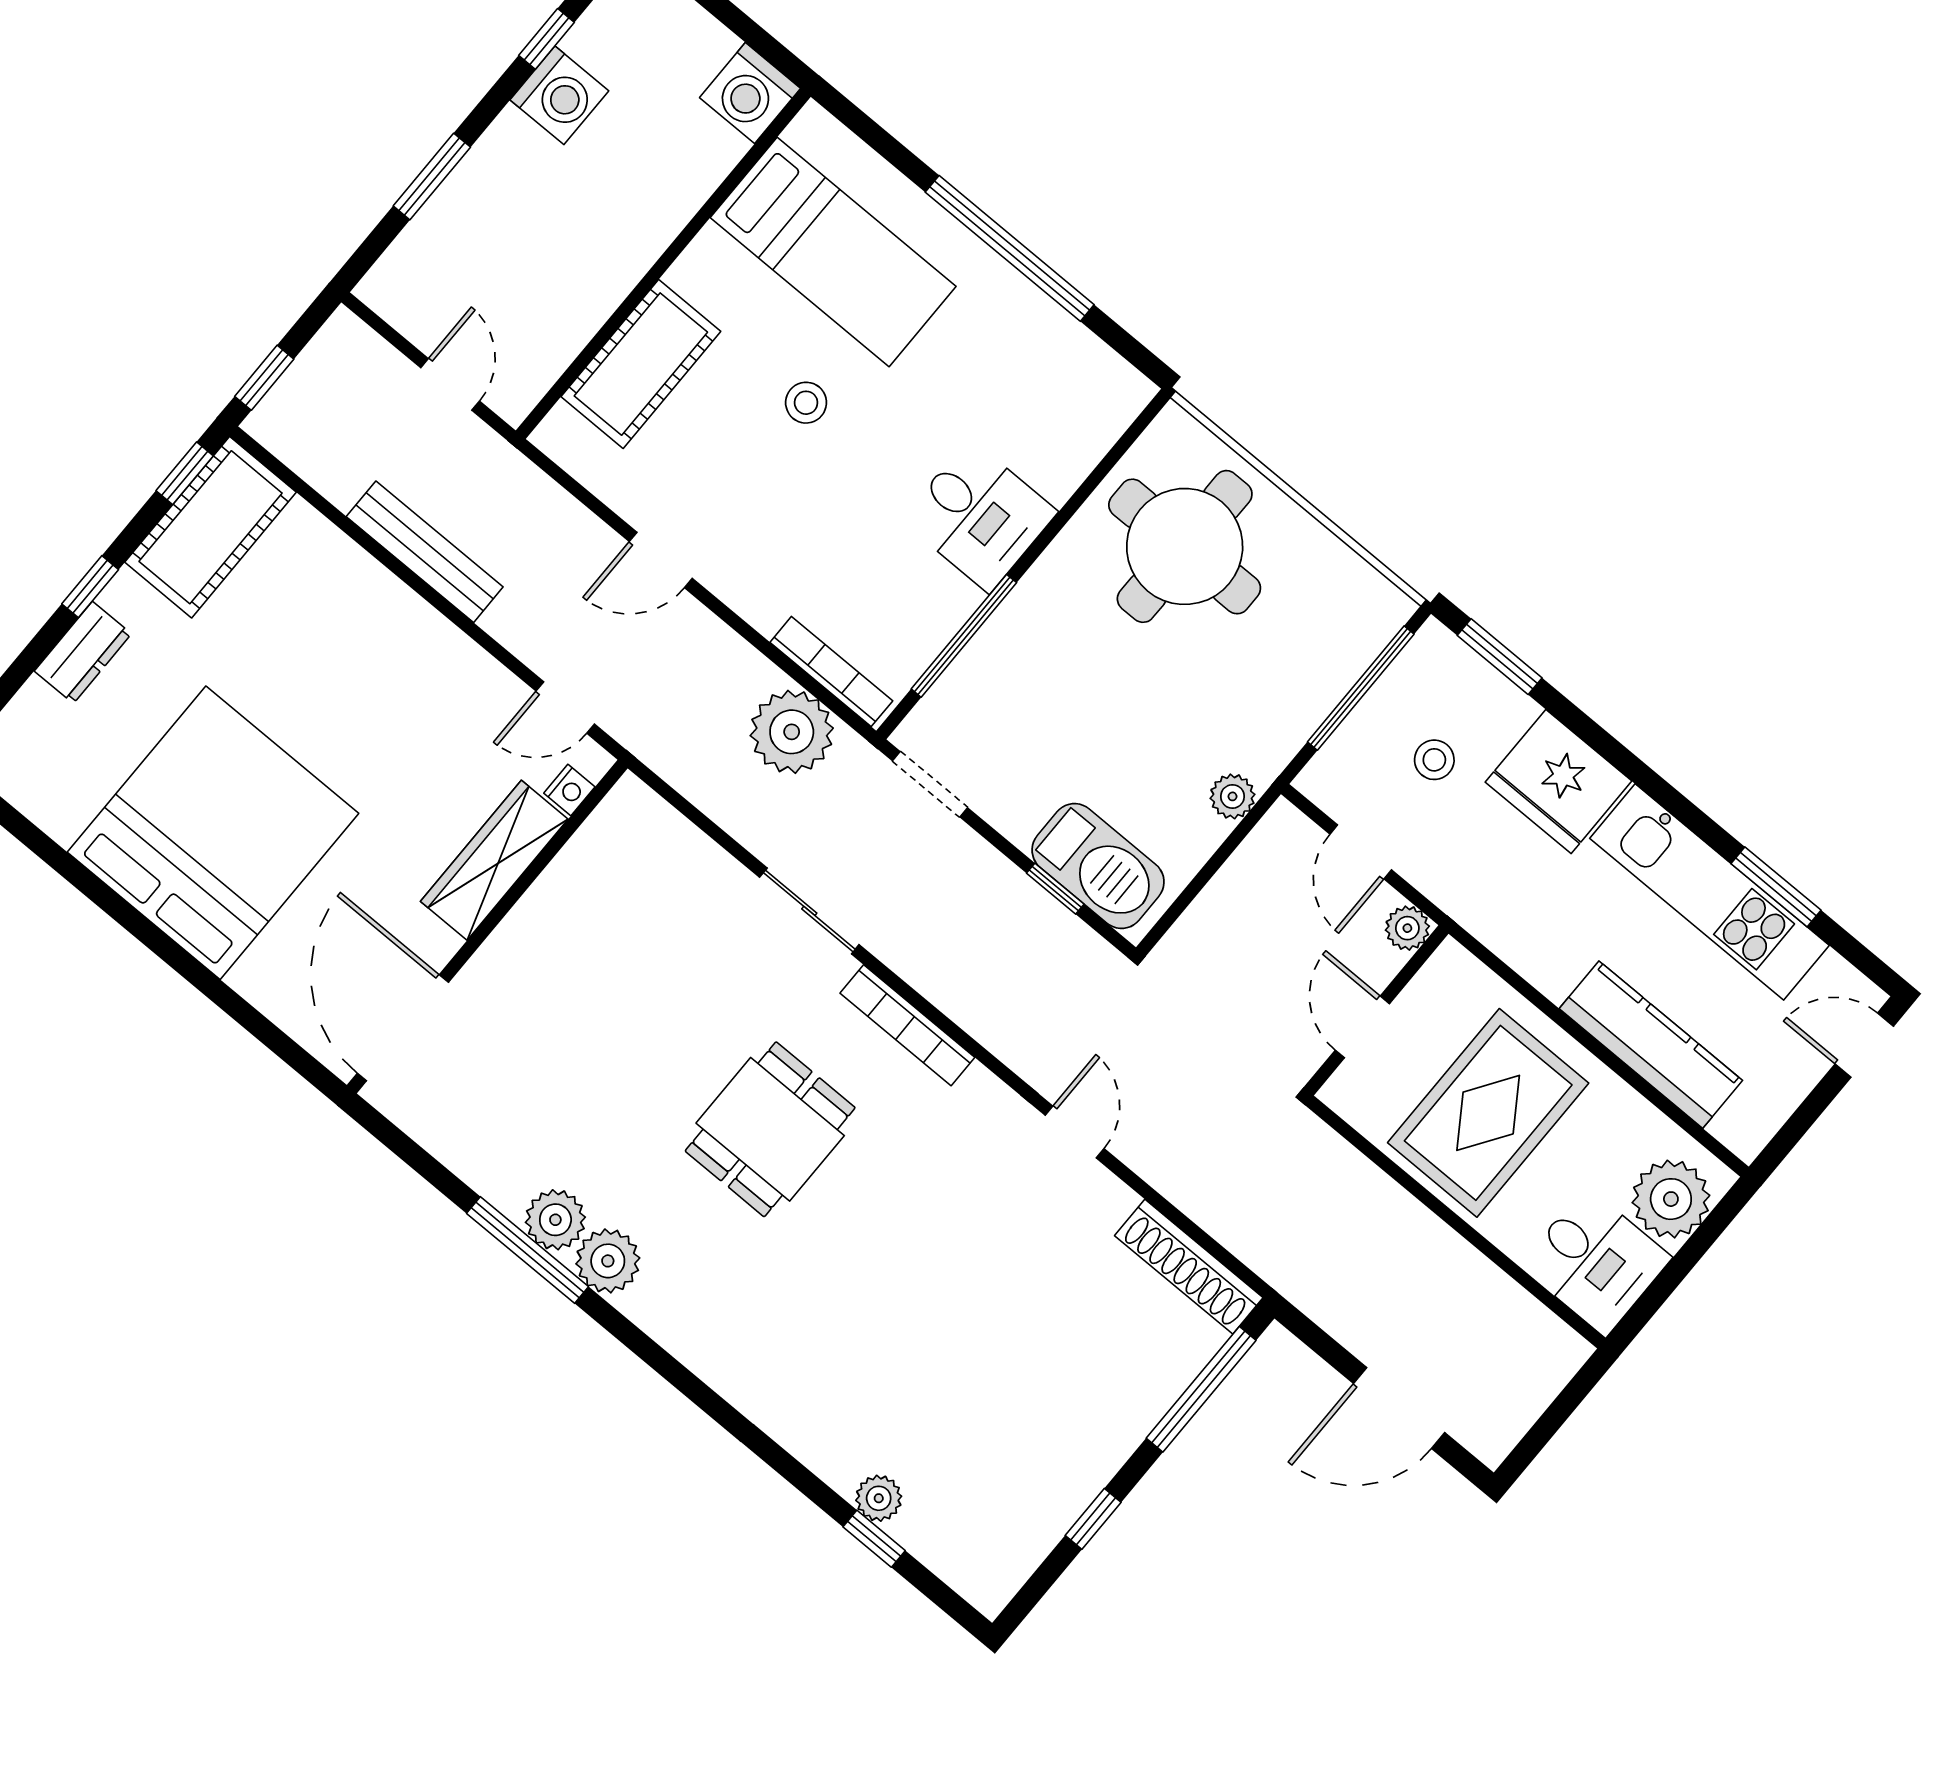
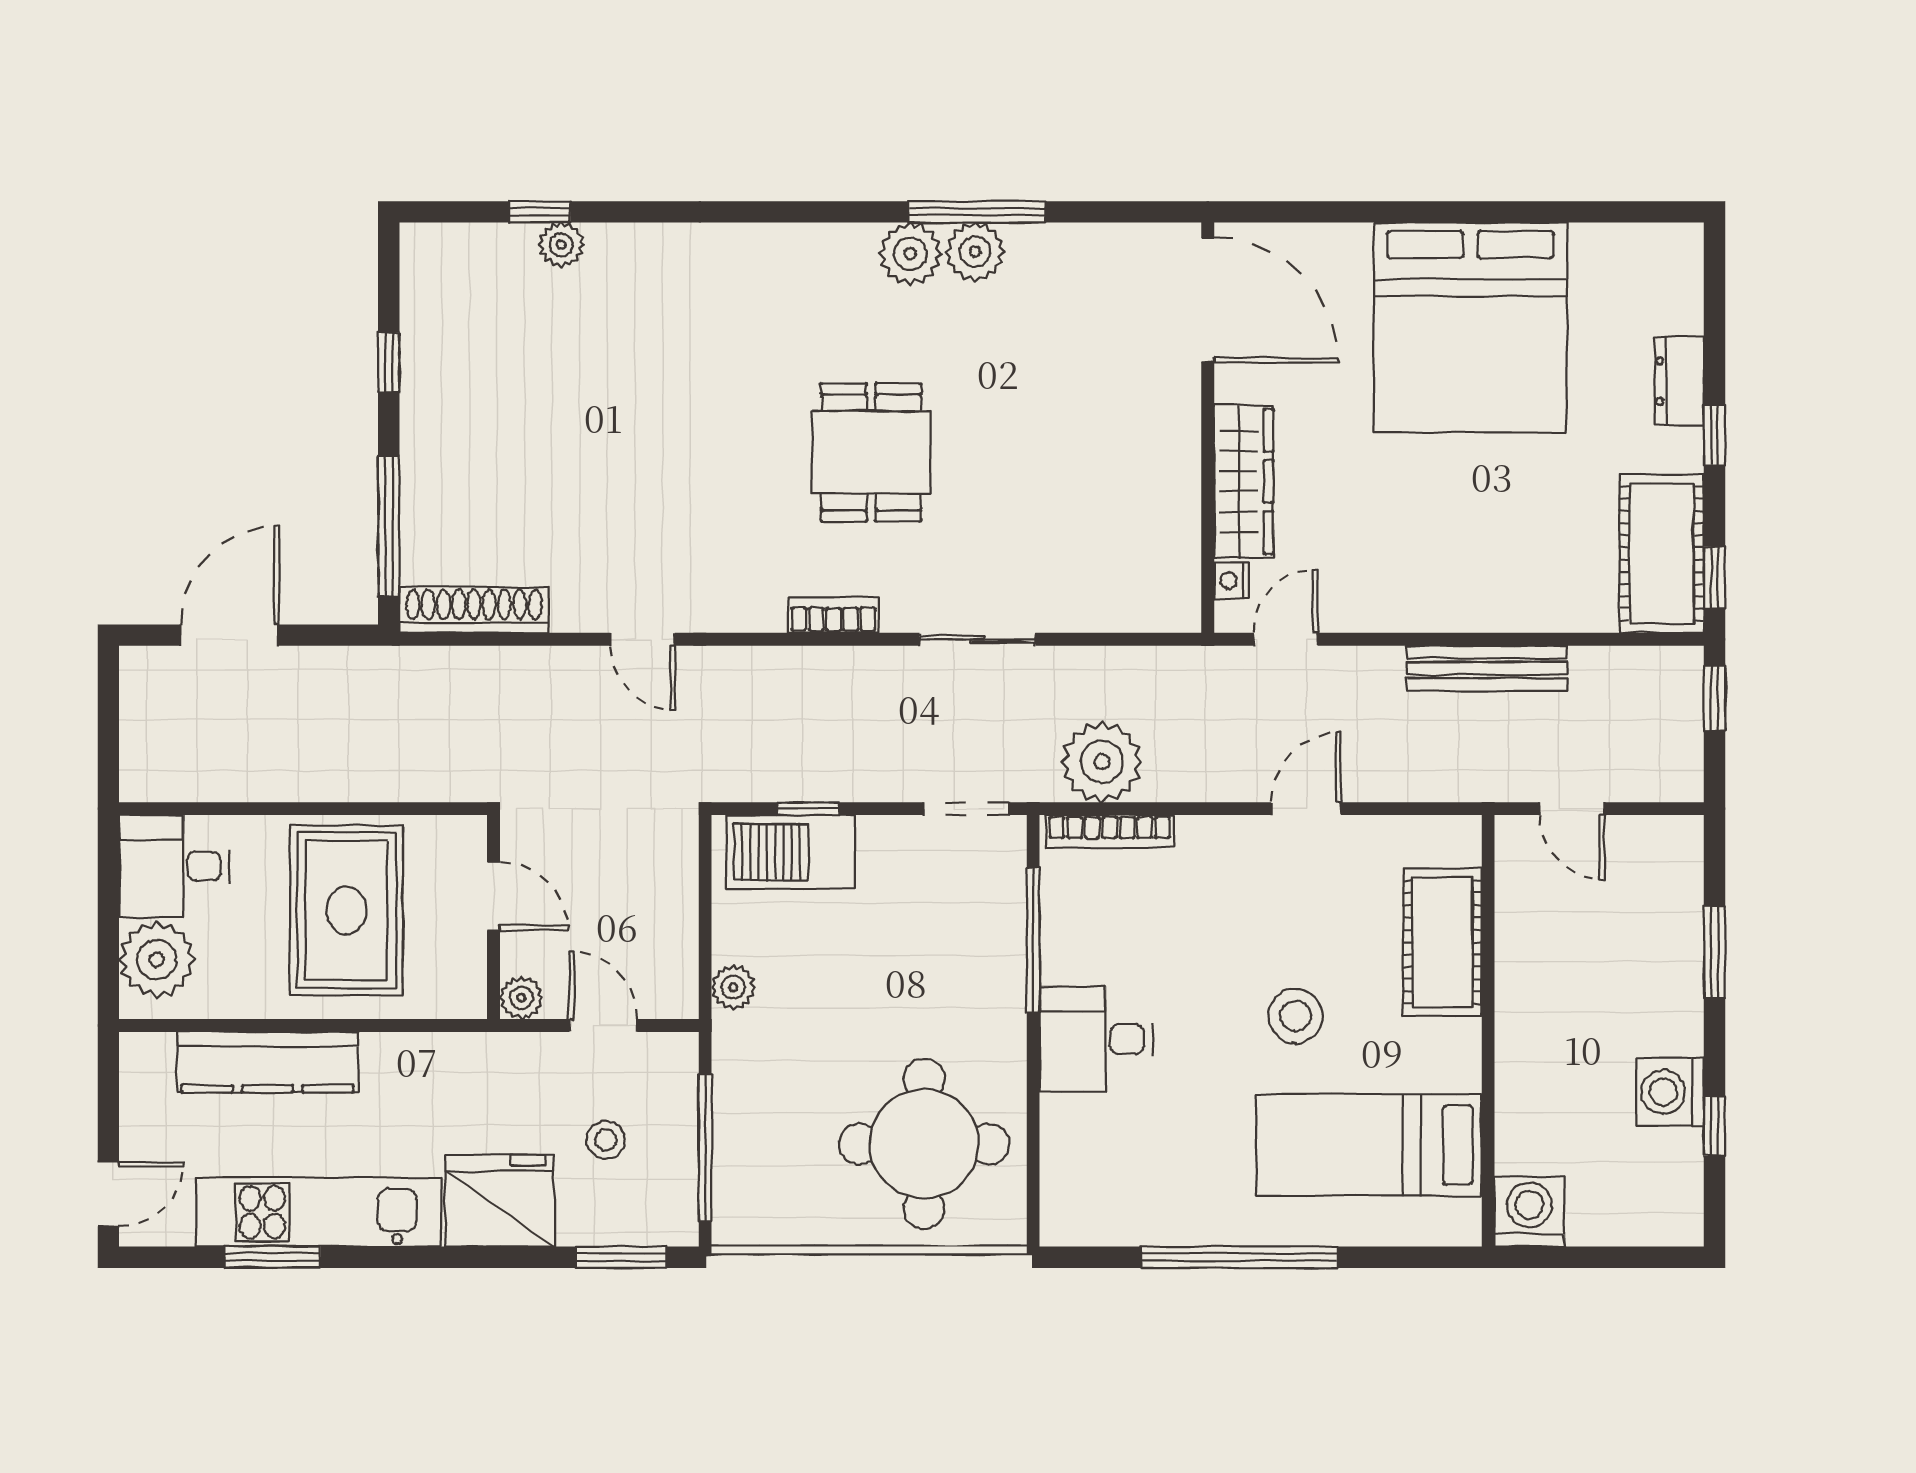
stool: (806, 403) -> (1295, 1016), width x1.37, depth x1.37
bookcase: (907, 1025) -> (833, 615), width x0.64

